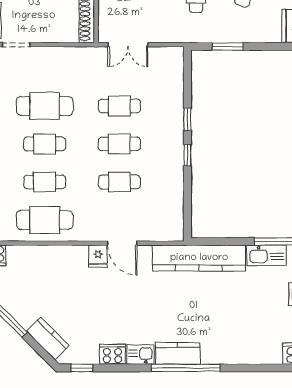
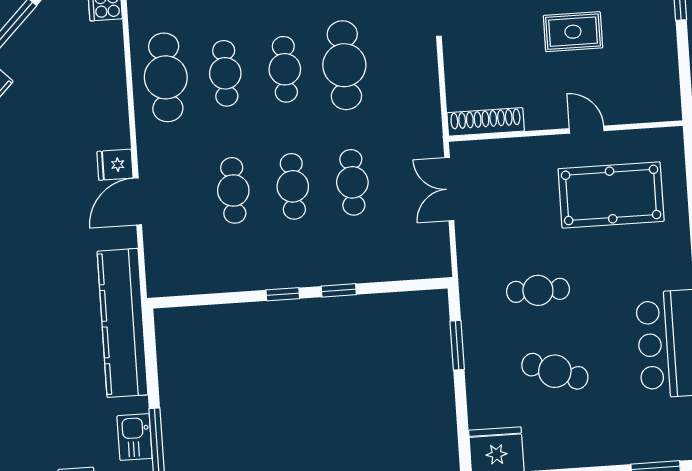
kitchen sink: (266, 255) -> (135, 437), width x0.73

